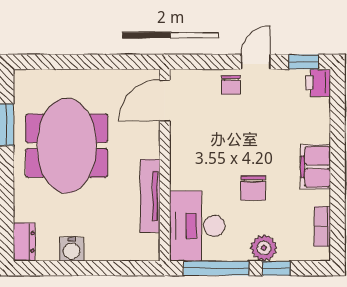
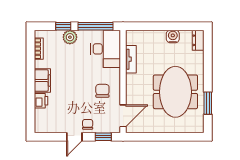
window: (304, 62) -> (103, 137), moved
printer: (318, 83) -> (41, 101), moved
chair: (253, 188) -> (102, 91), moved
tv unit: (150, 196) -> (131, 59), width x0.71

